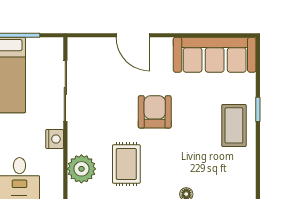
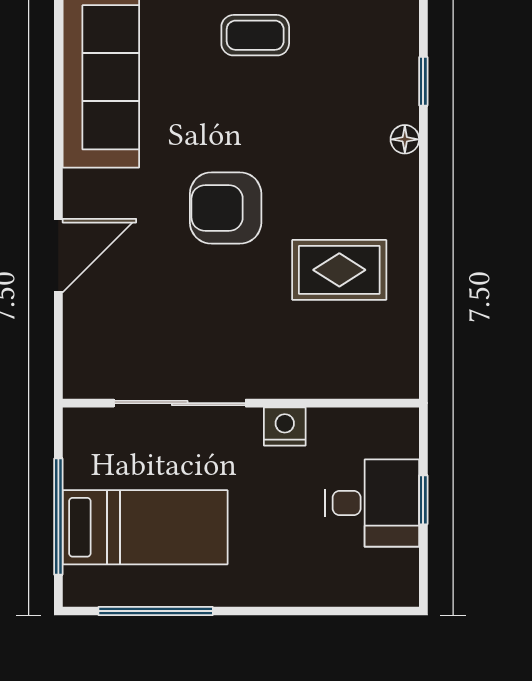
coffee table: (234, 125) -> (255, 35), width x0.73, depth x0.77
plant: (81, 169) -> (350, 368), removed

